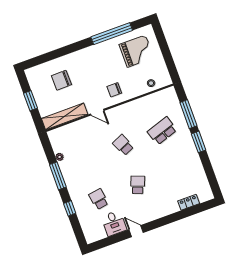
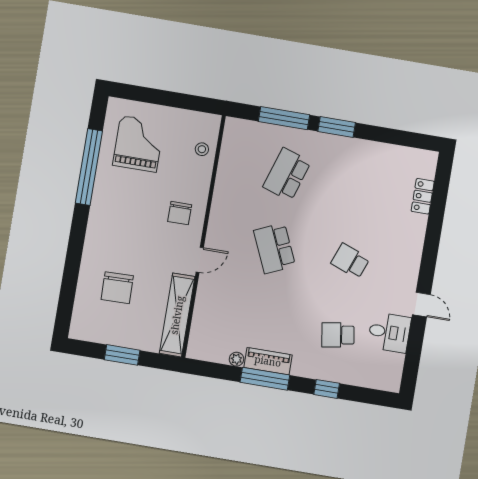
school desk: (162, 131) -> (287, 174), turned 36
school desk: (123, 145) -> (275, 248), width x1.85
piano: (67, 173) -> (268, 361), added
door: (136, 231) -> (421, 305), swing flipped

